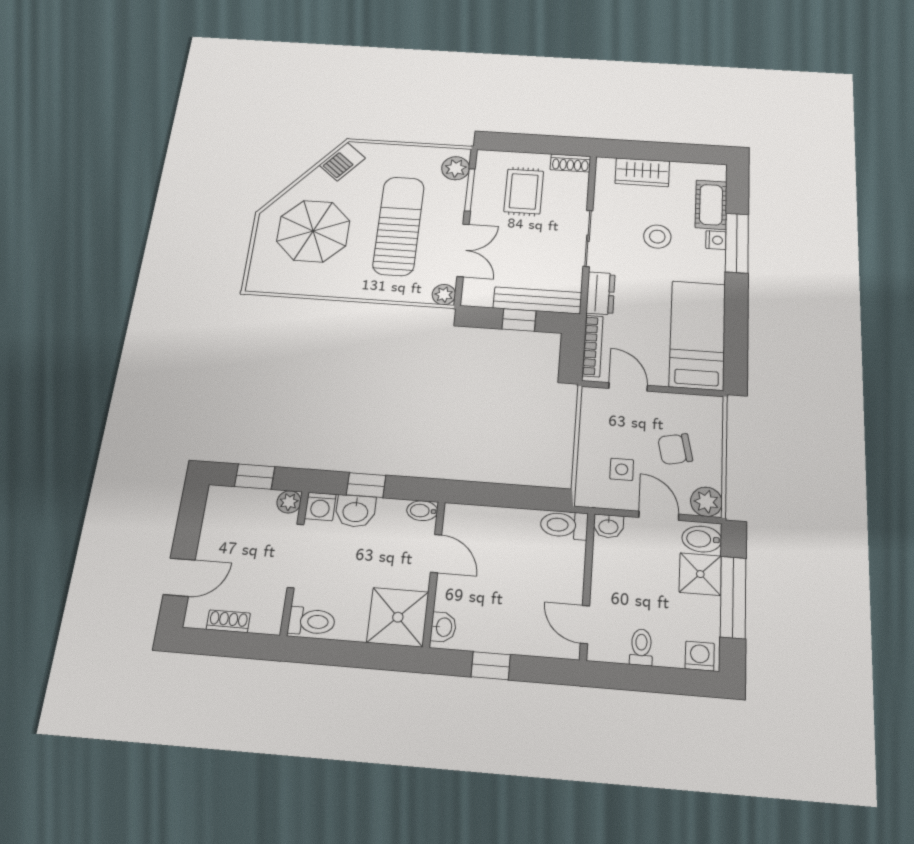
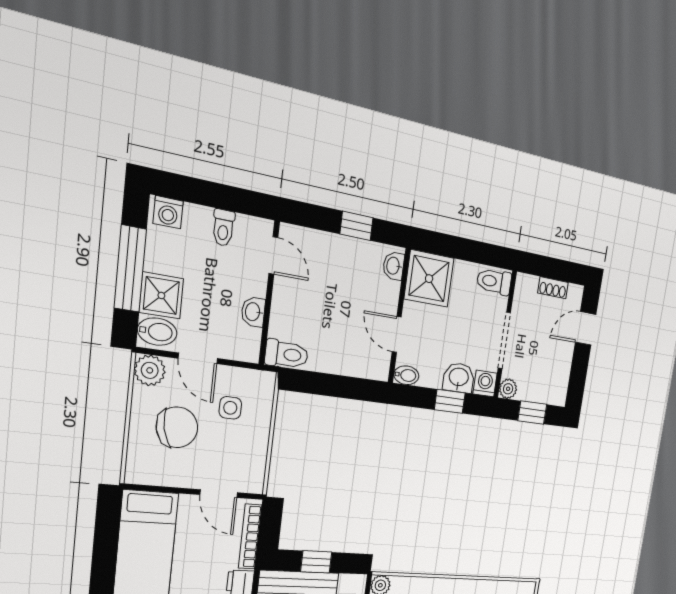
chair: (675, 449) -> (177, 427), width x1.37, depth x1.37
washbasin: (608, 526) -> (253, 312), moved, turned -90

